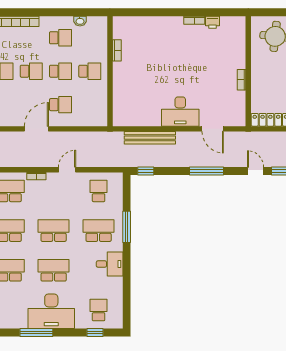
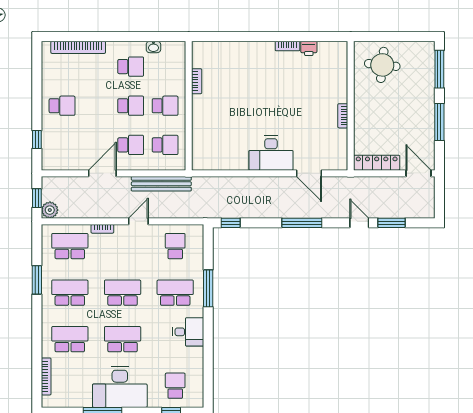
school desk: (31, 71) -> (165, 145), moved
bench: (150, 138) -> (161, 184), moved

